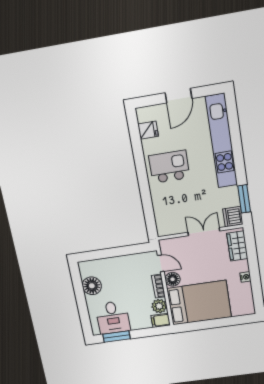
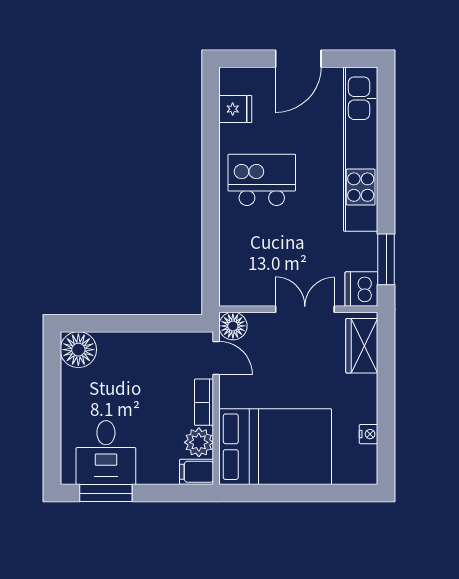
nightstand: (245, 277) -> (369, 434), moved
floor lamp: (173, 279) -> (233, 326), moved
floor lamp: (92, 286) -> (78, 350), moved

